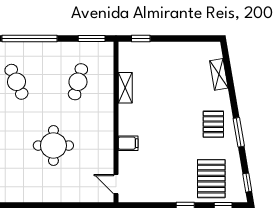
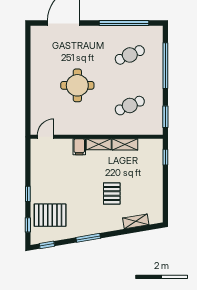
cafe table: (78, 82) -> (130, 106), turned -39
shelving: (125, 120) -> (99, 144), added
pallet: (213, 124) -> (112, 193), moved, turned 90

